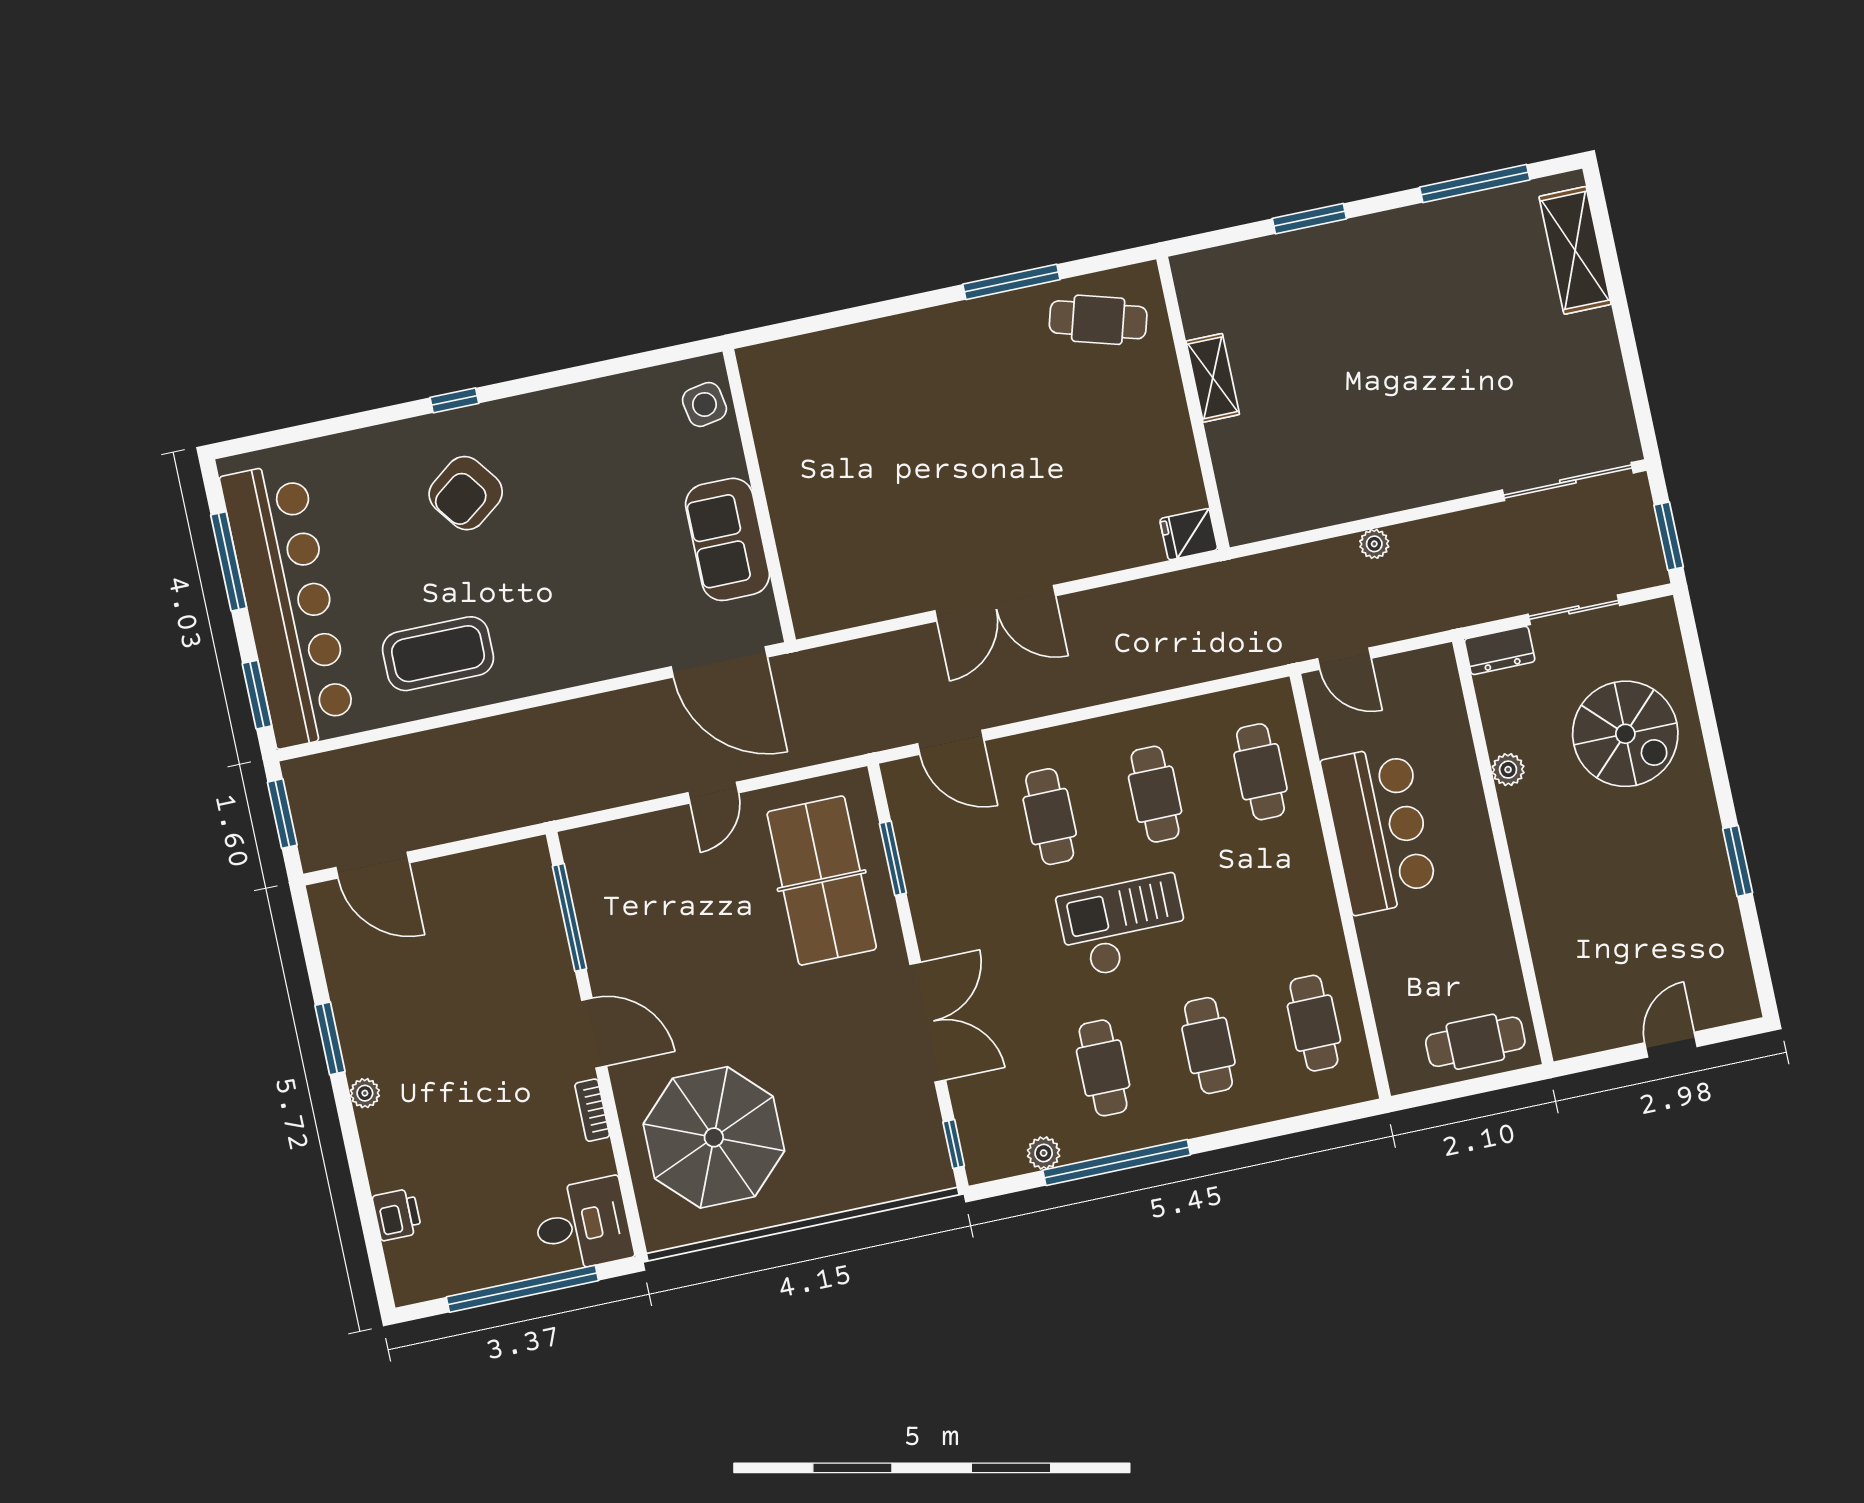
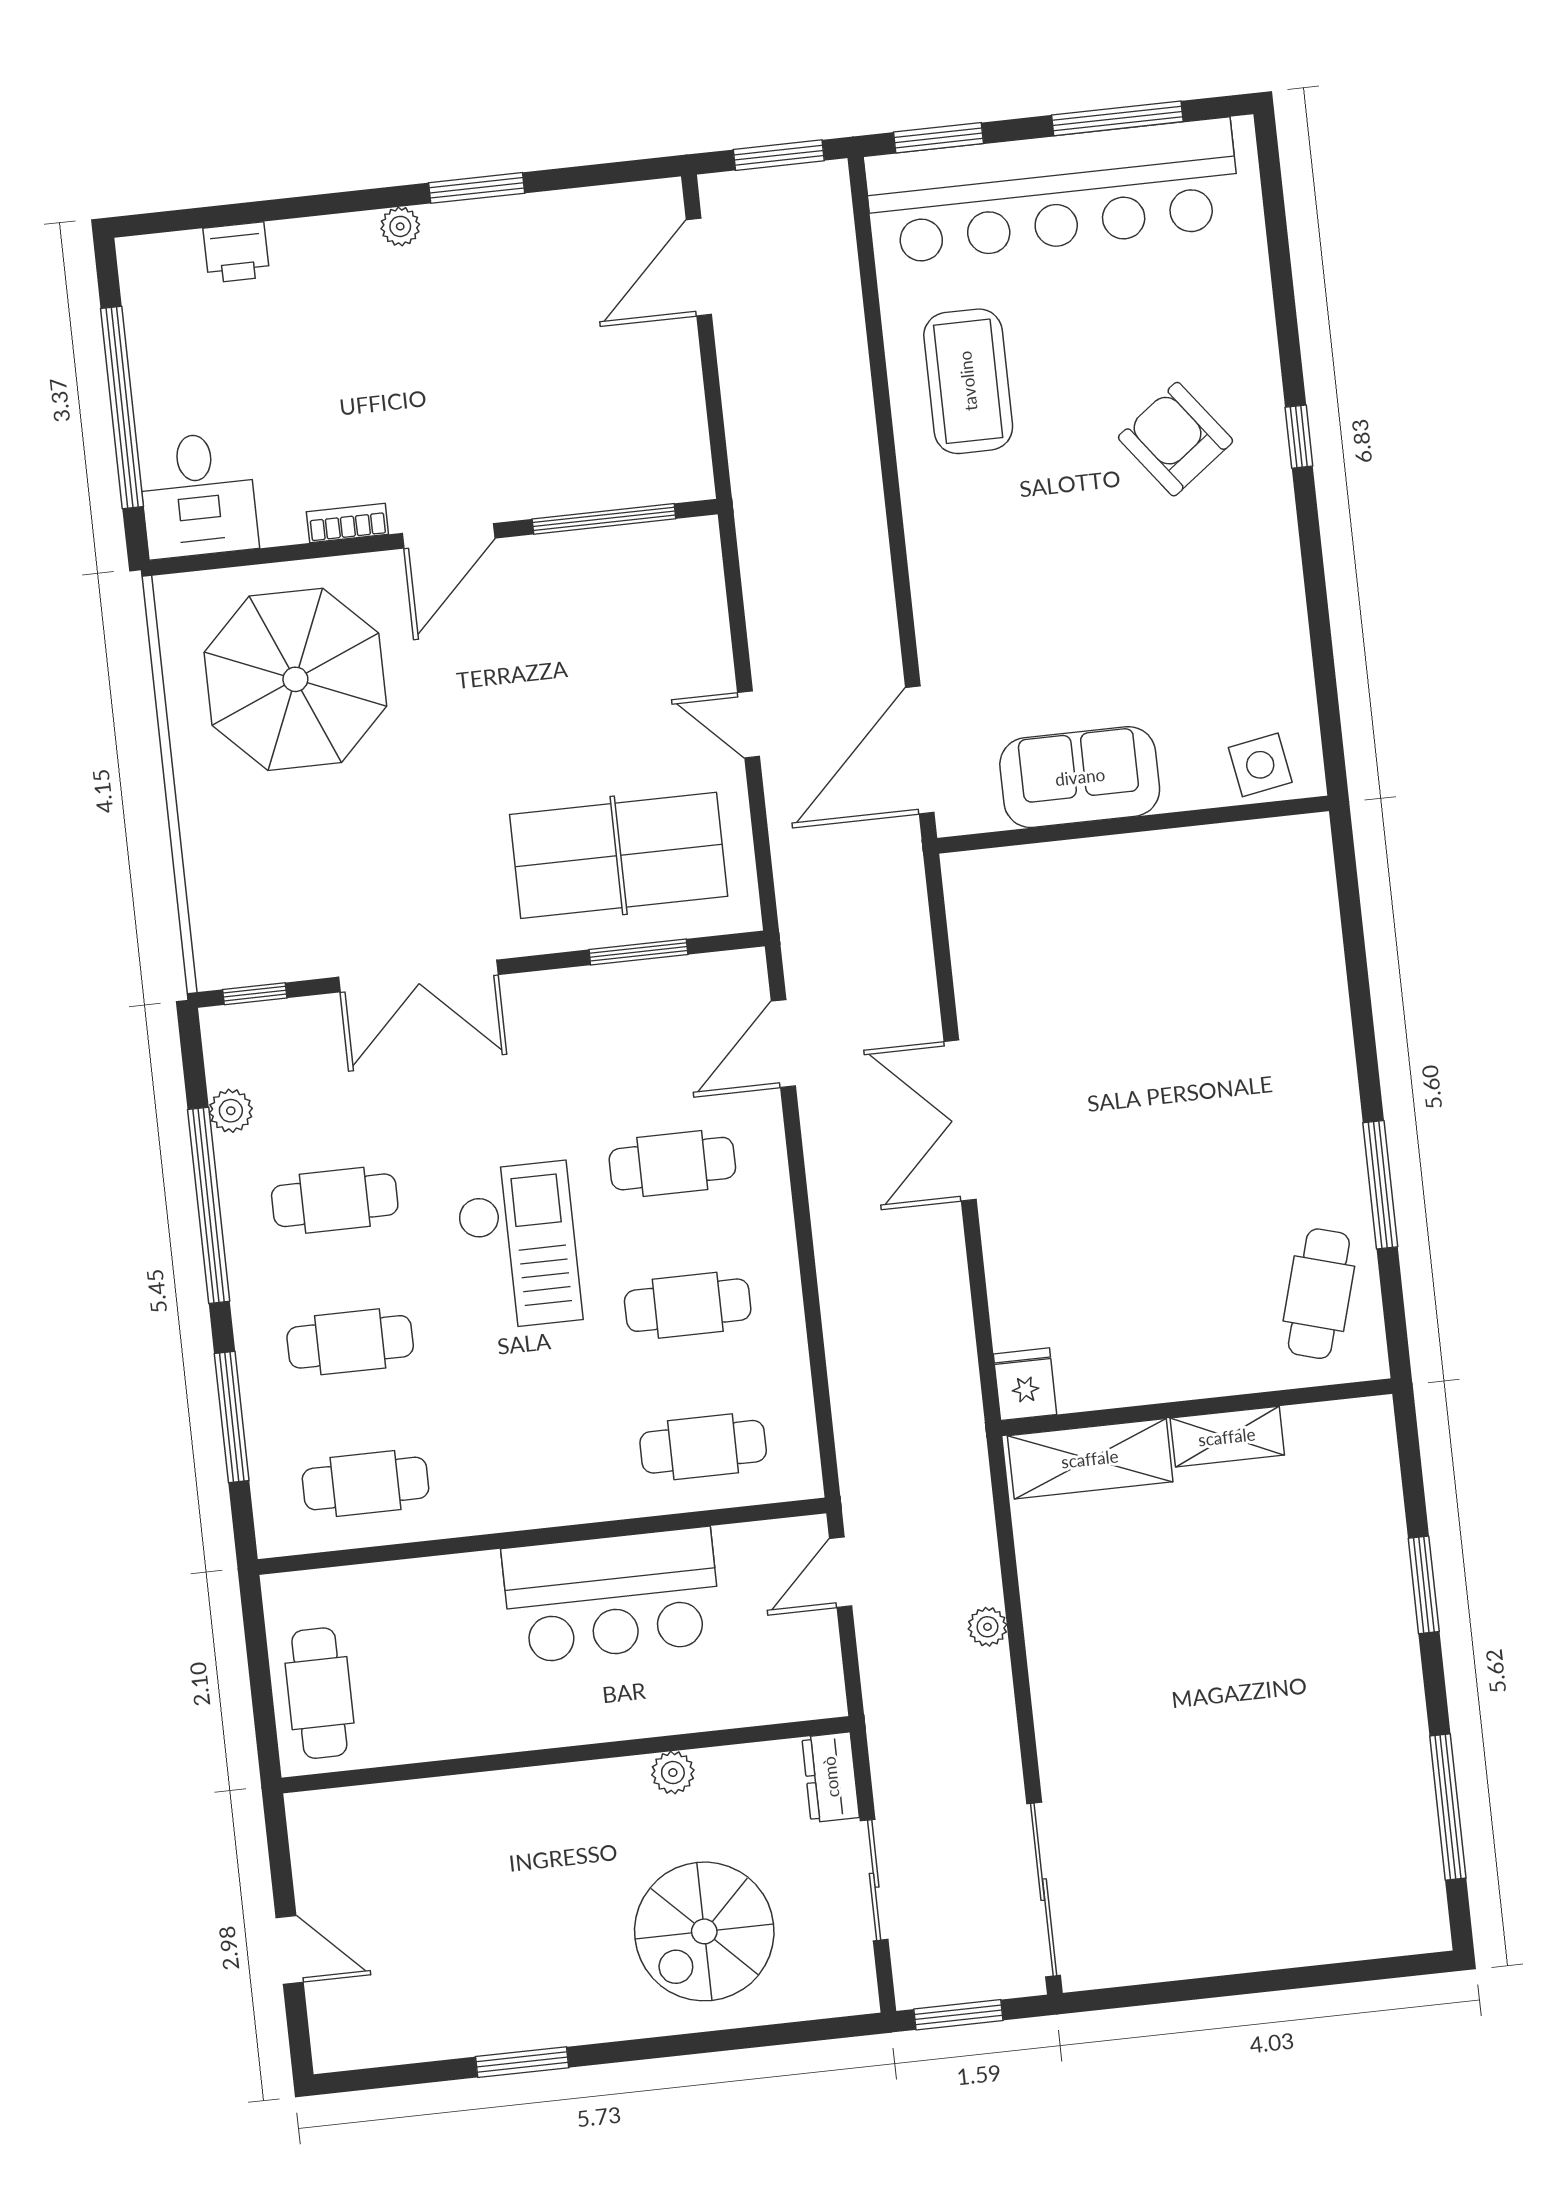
shelving: (1575, 250) -> (1090, 1459), moved
window: (1274, 1129) -> (232, 1417), added

